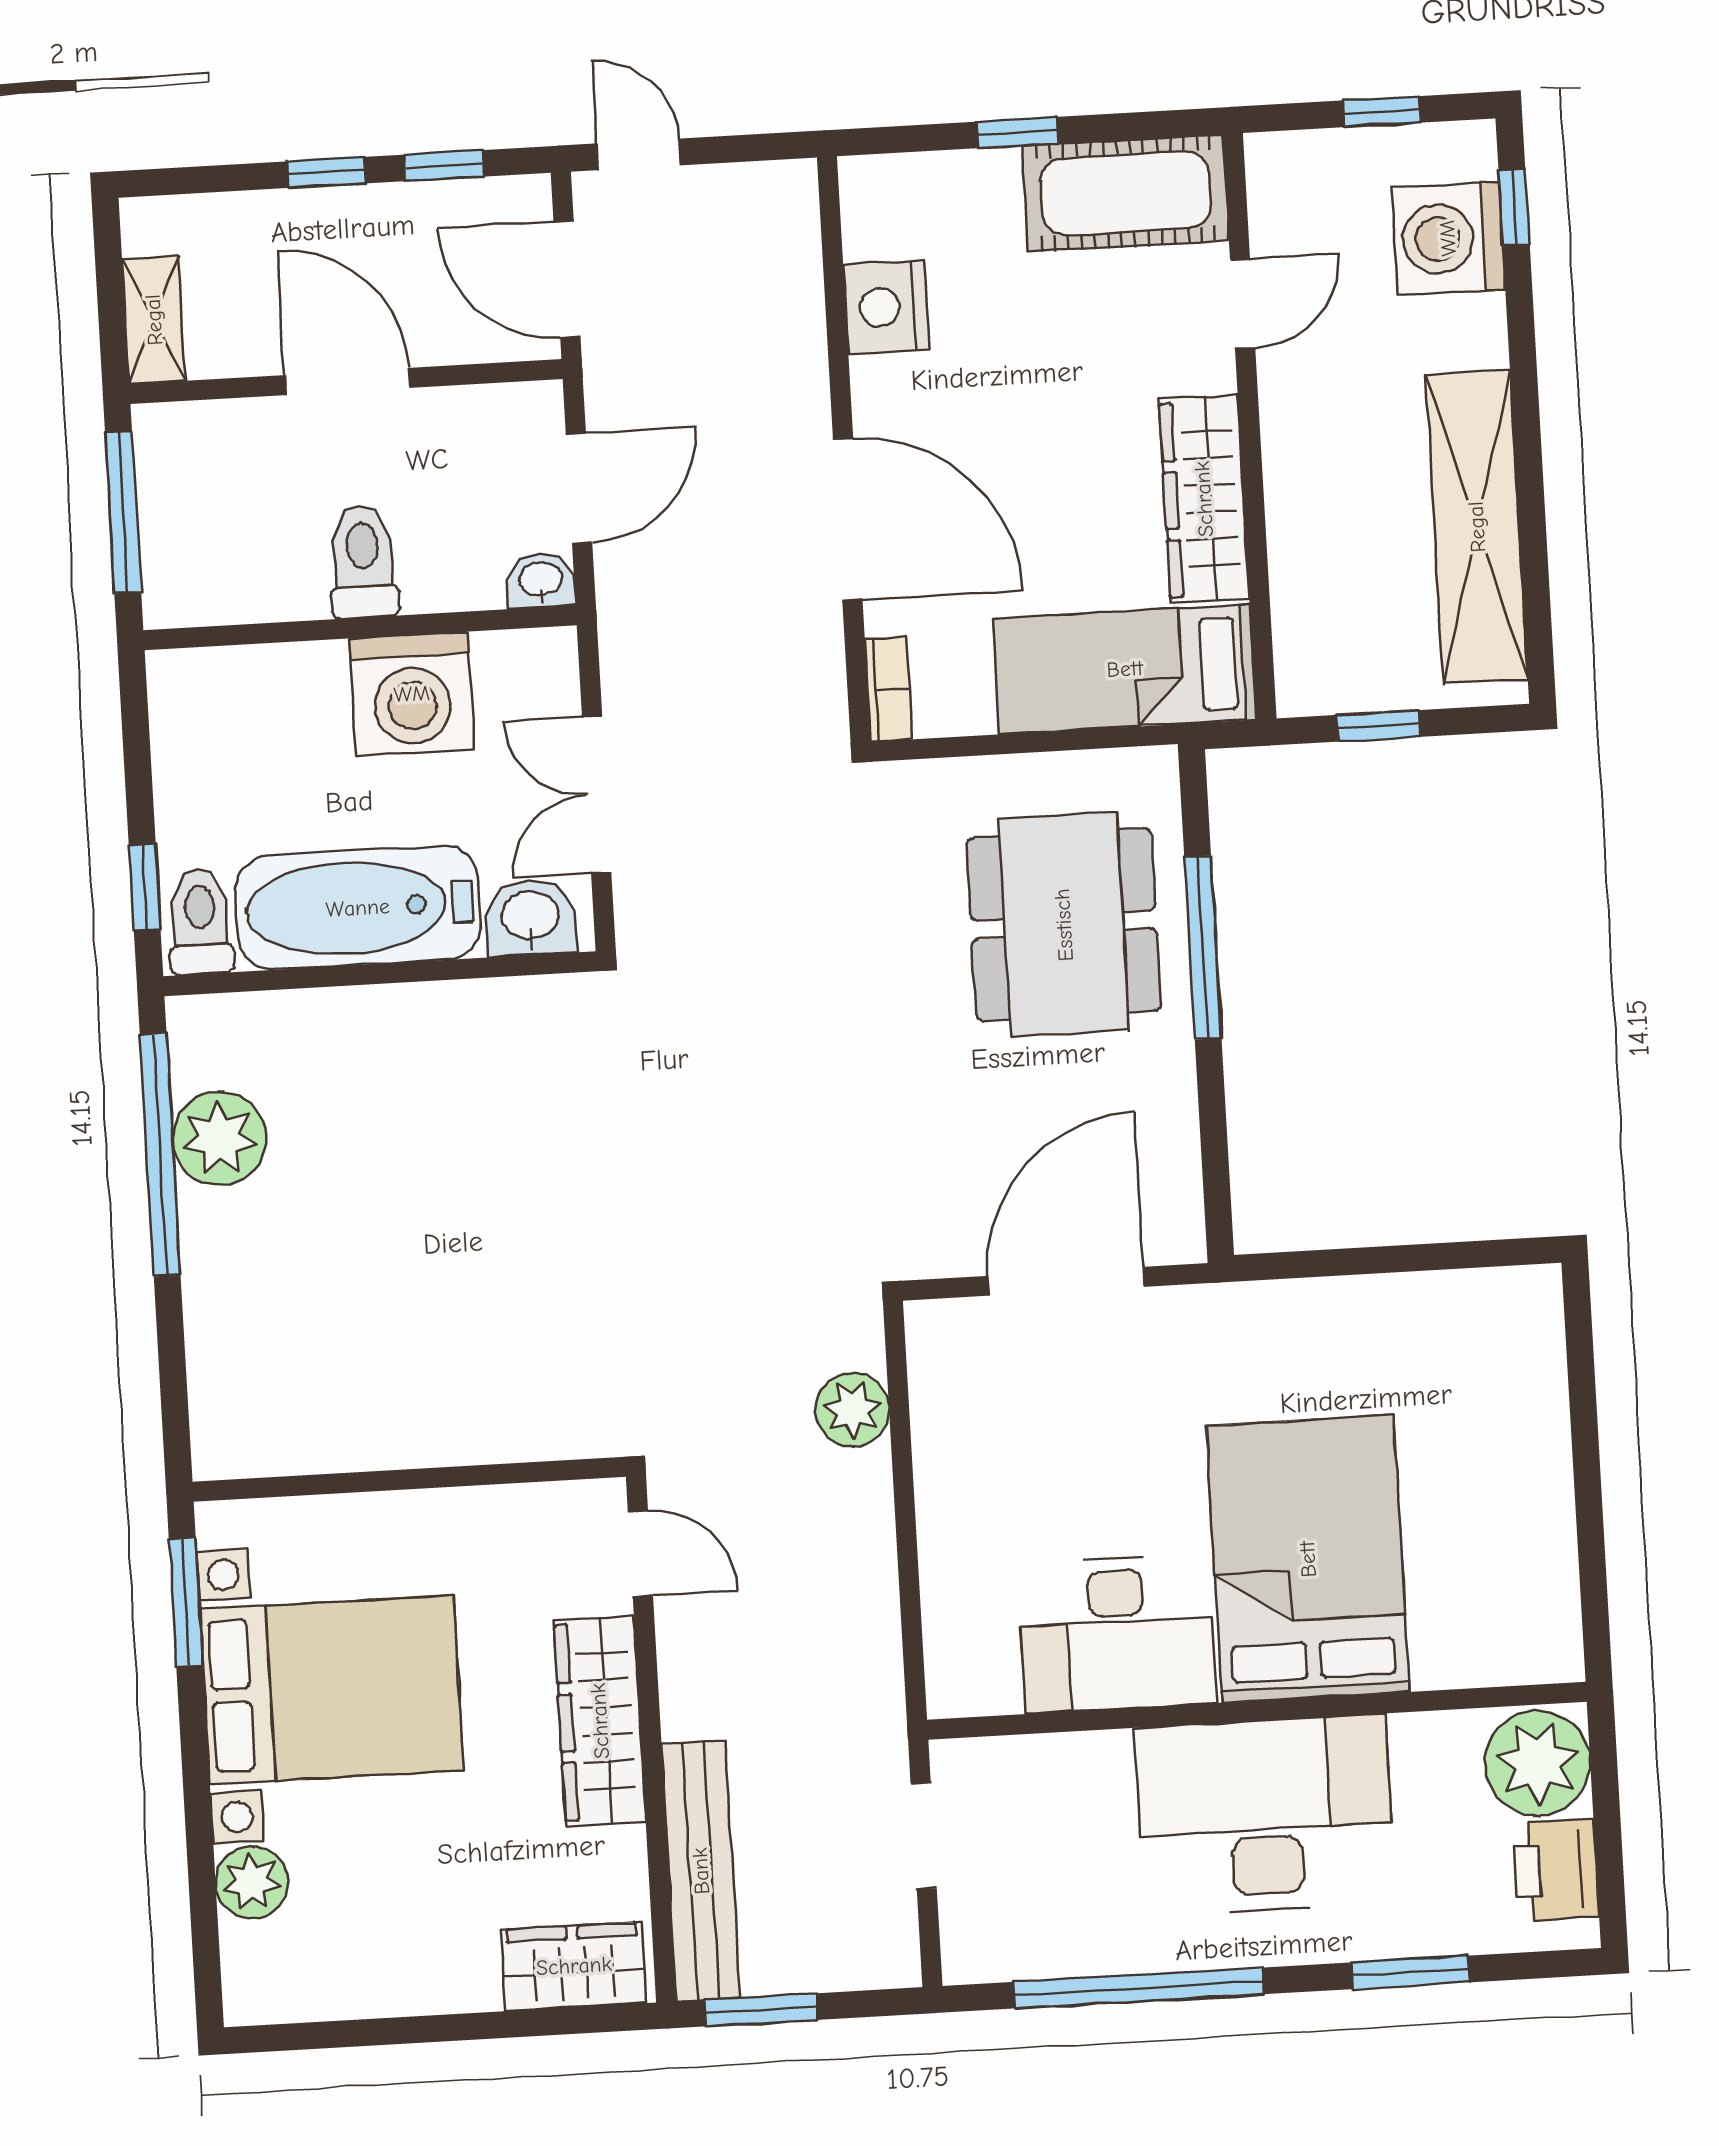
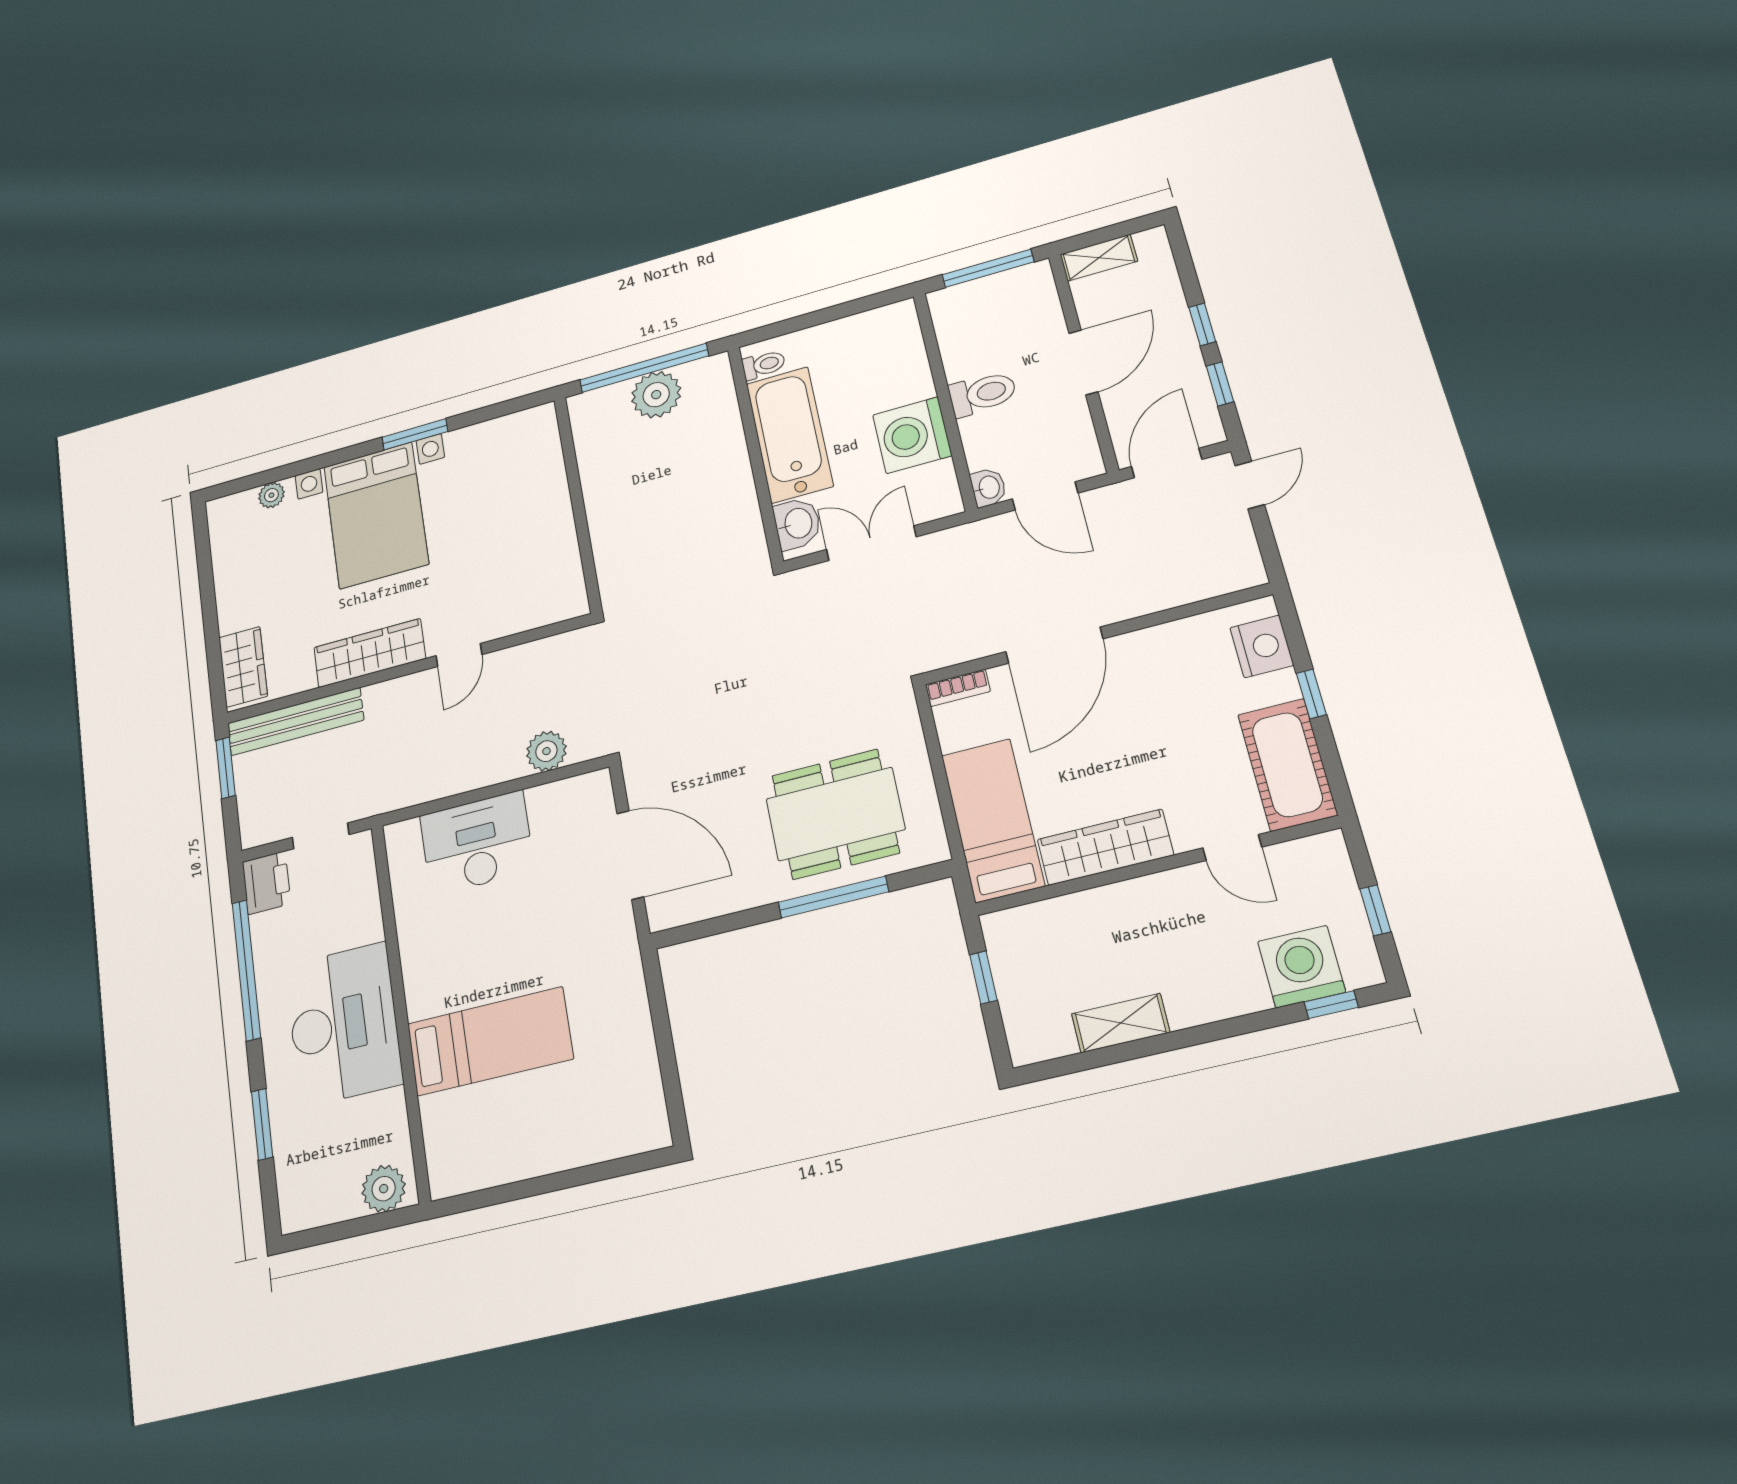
nightstand: (886, 307) -> (1262, 646), moved, turned 90
shelving: (1477, 527) -> (1121, 1023), width x0.45, depth x0.75
window: (145, 887) -> (785, 327), removed
toilet: (200, 922) -> (764, 365), width x0.73, depth x0.72
wall: (409, 1479) -> (578, 504), moved
bed: (1308, 1559) -> (490, 1041), width x0.67
desk: (1117, 1634) -> (477, 843), moved, turned 90
plant: (1538, 1763) -> (384, 1189), width x0.73, depth x0.73
printer: (1556, 1870) -> (266, 883), moved, turned 90
plant: (252, 1882) -> (271, 495), width x0.73, depth x0.73

